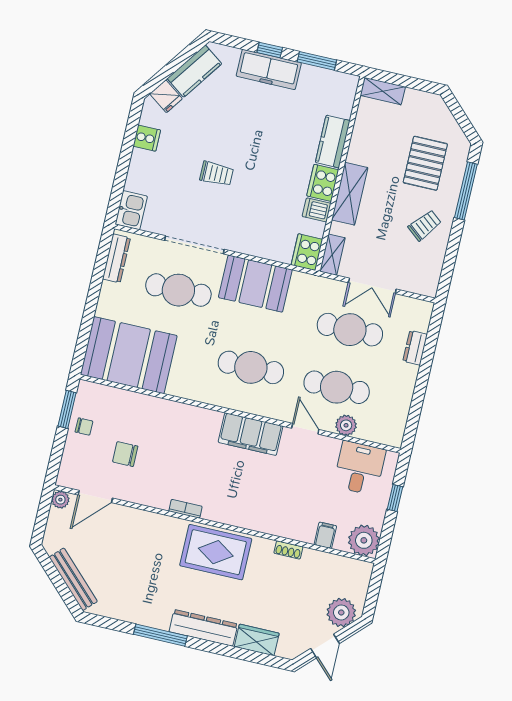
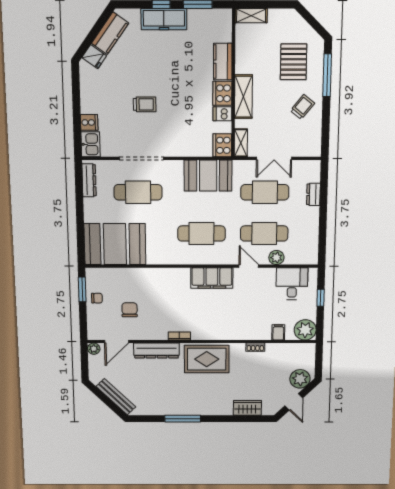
cooker: (147, 138) -> (89, 122), moved
booth: (255, 284) -> (208, 176), moved
chair: (125, 454) -> (130, 310), turned 90
dresser: (203, 628) -> (156, 350), moved, turned 180

